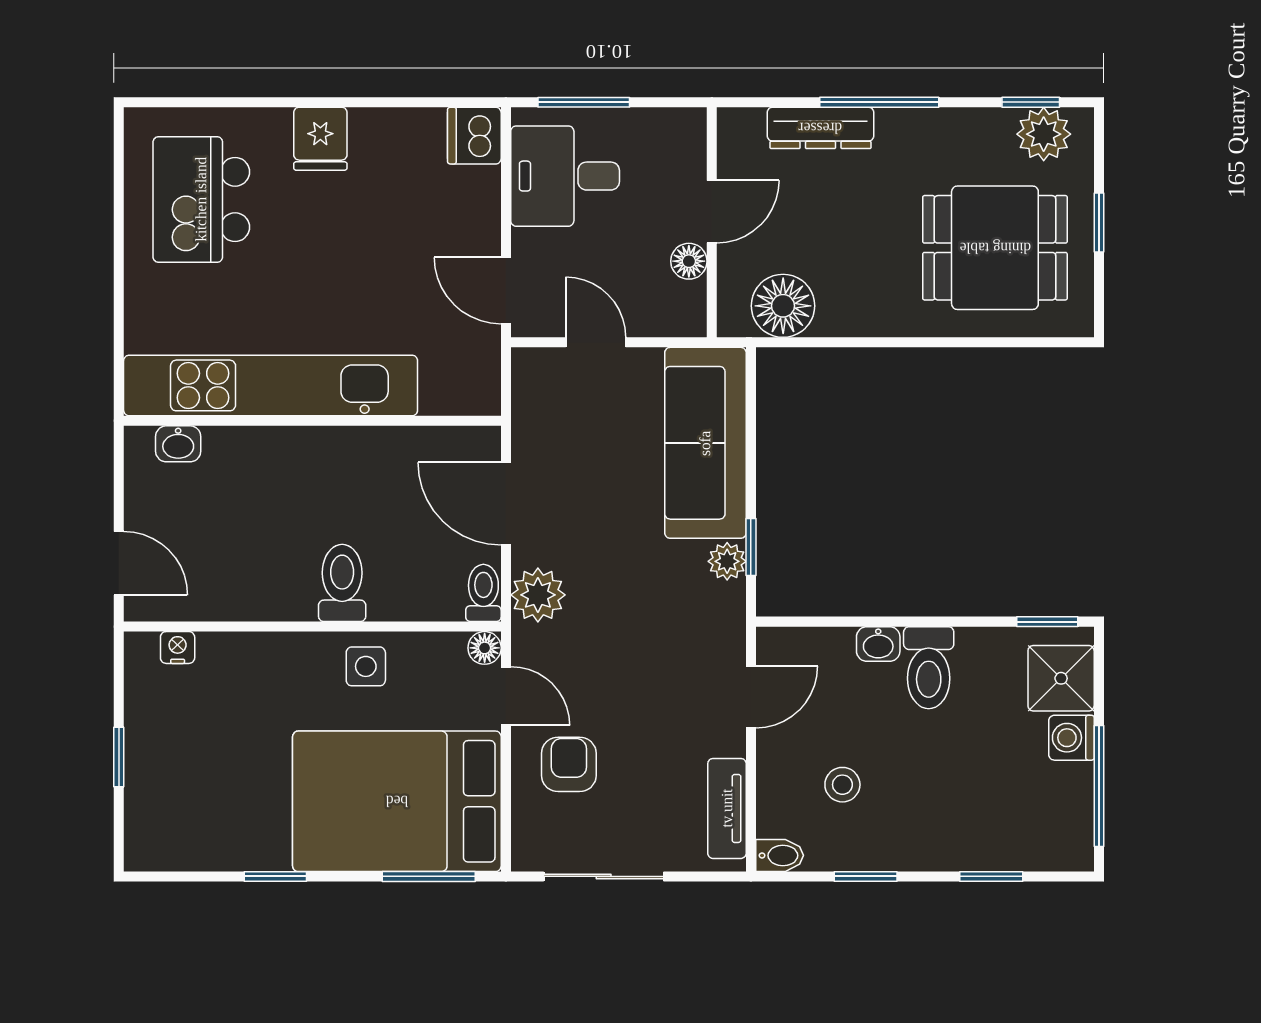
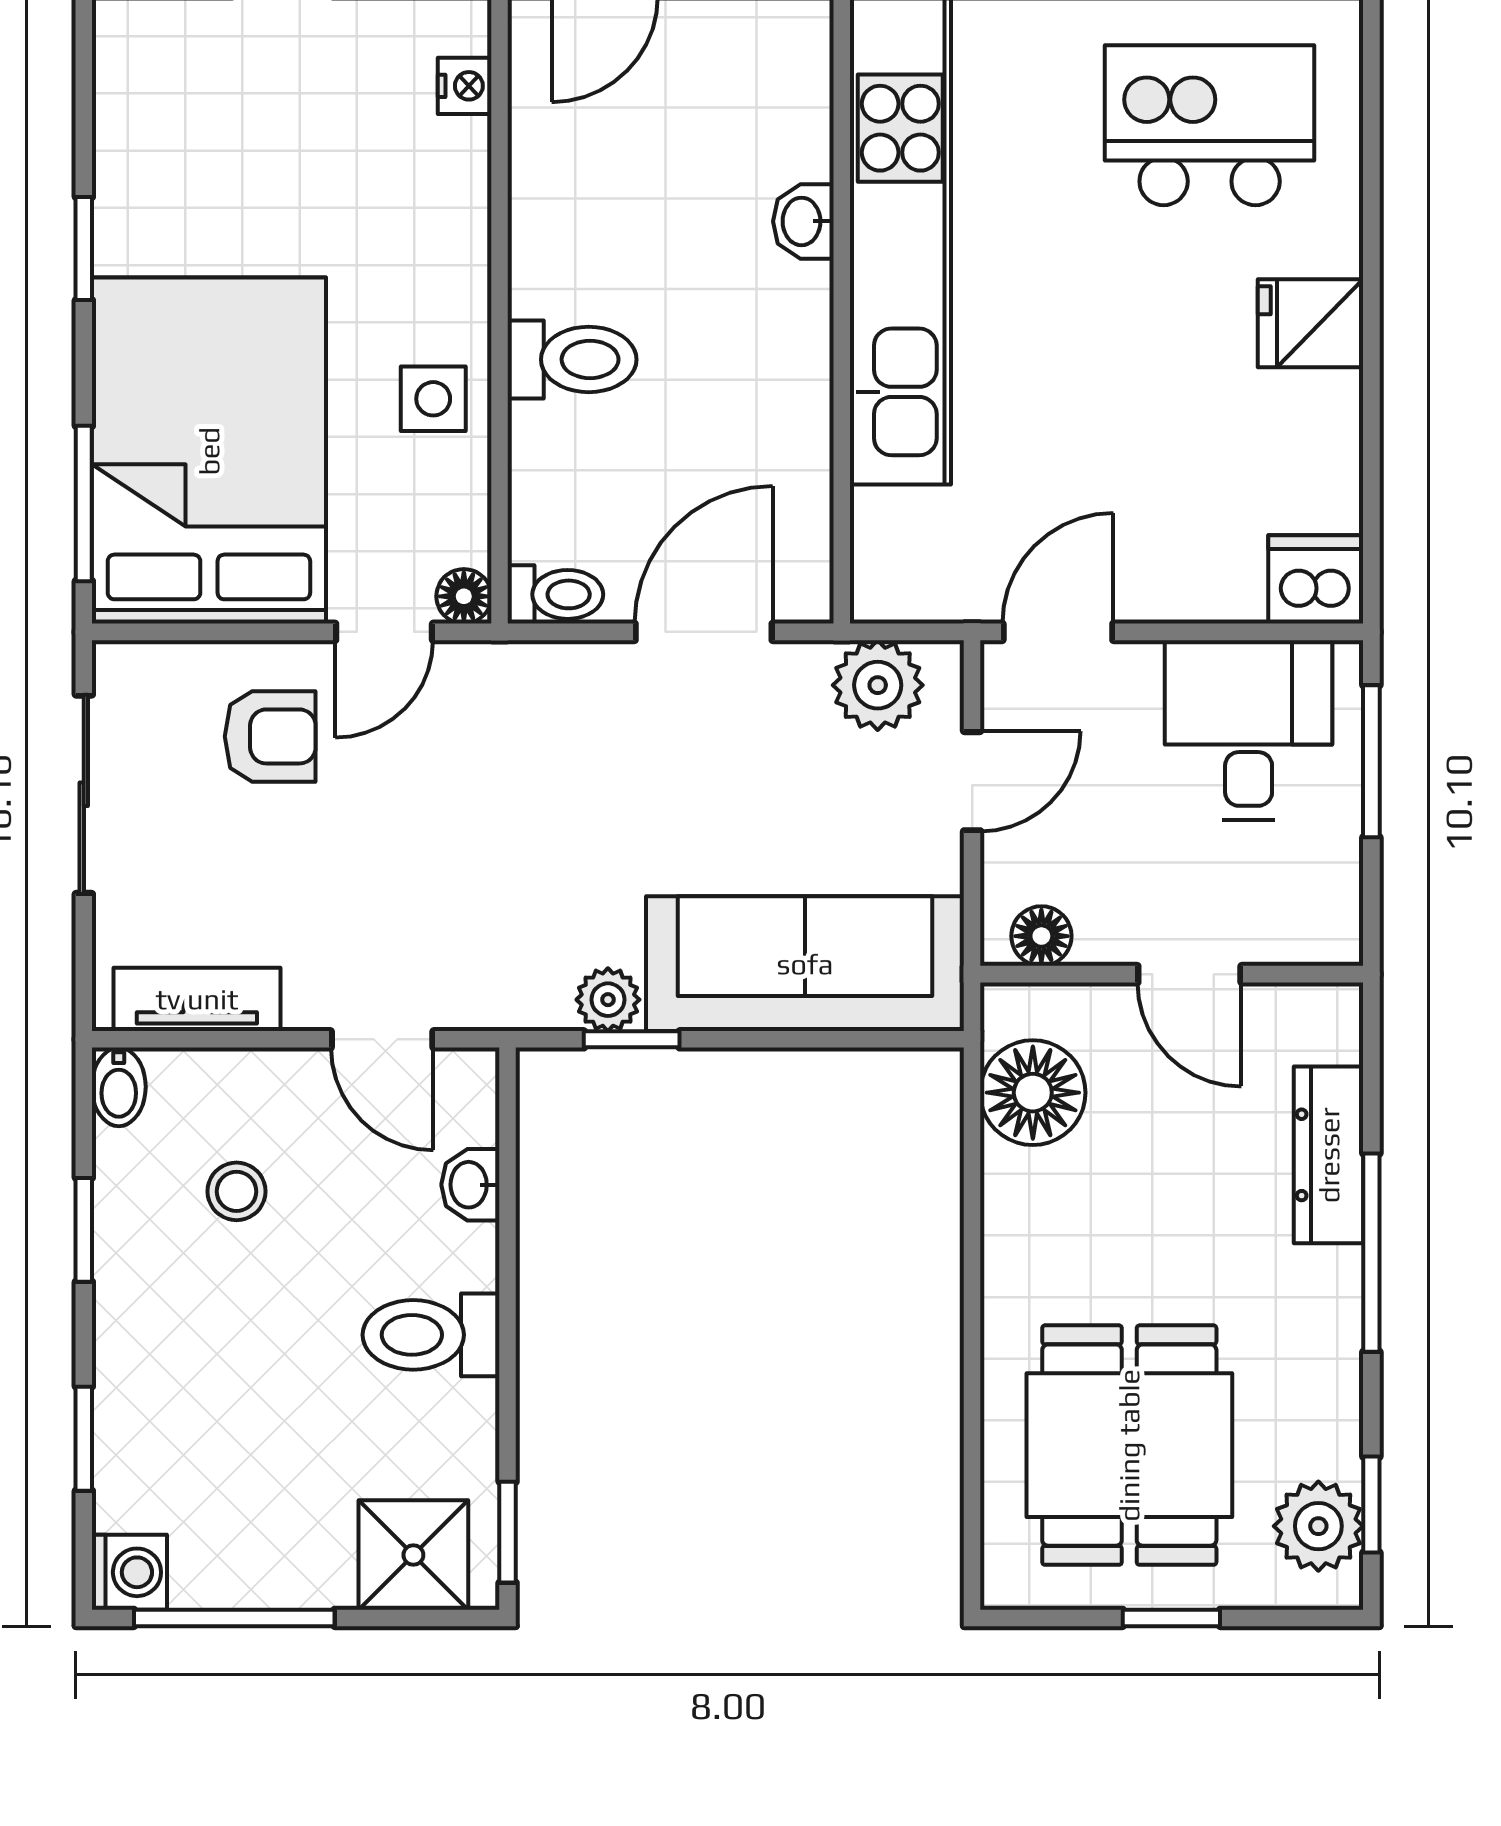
floor lamp: (689, 261) -> (1041, 936), moved
washbasin: (178, 444) -> (803, 221), moved
plant: (538, 595) -> (878, 685), moved
washbasin: (878, 644) -> (470, 1185), moved
washing machine: (1071, 738) -> (129, 1572), moved, turned 90

